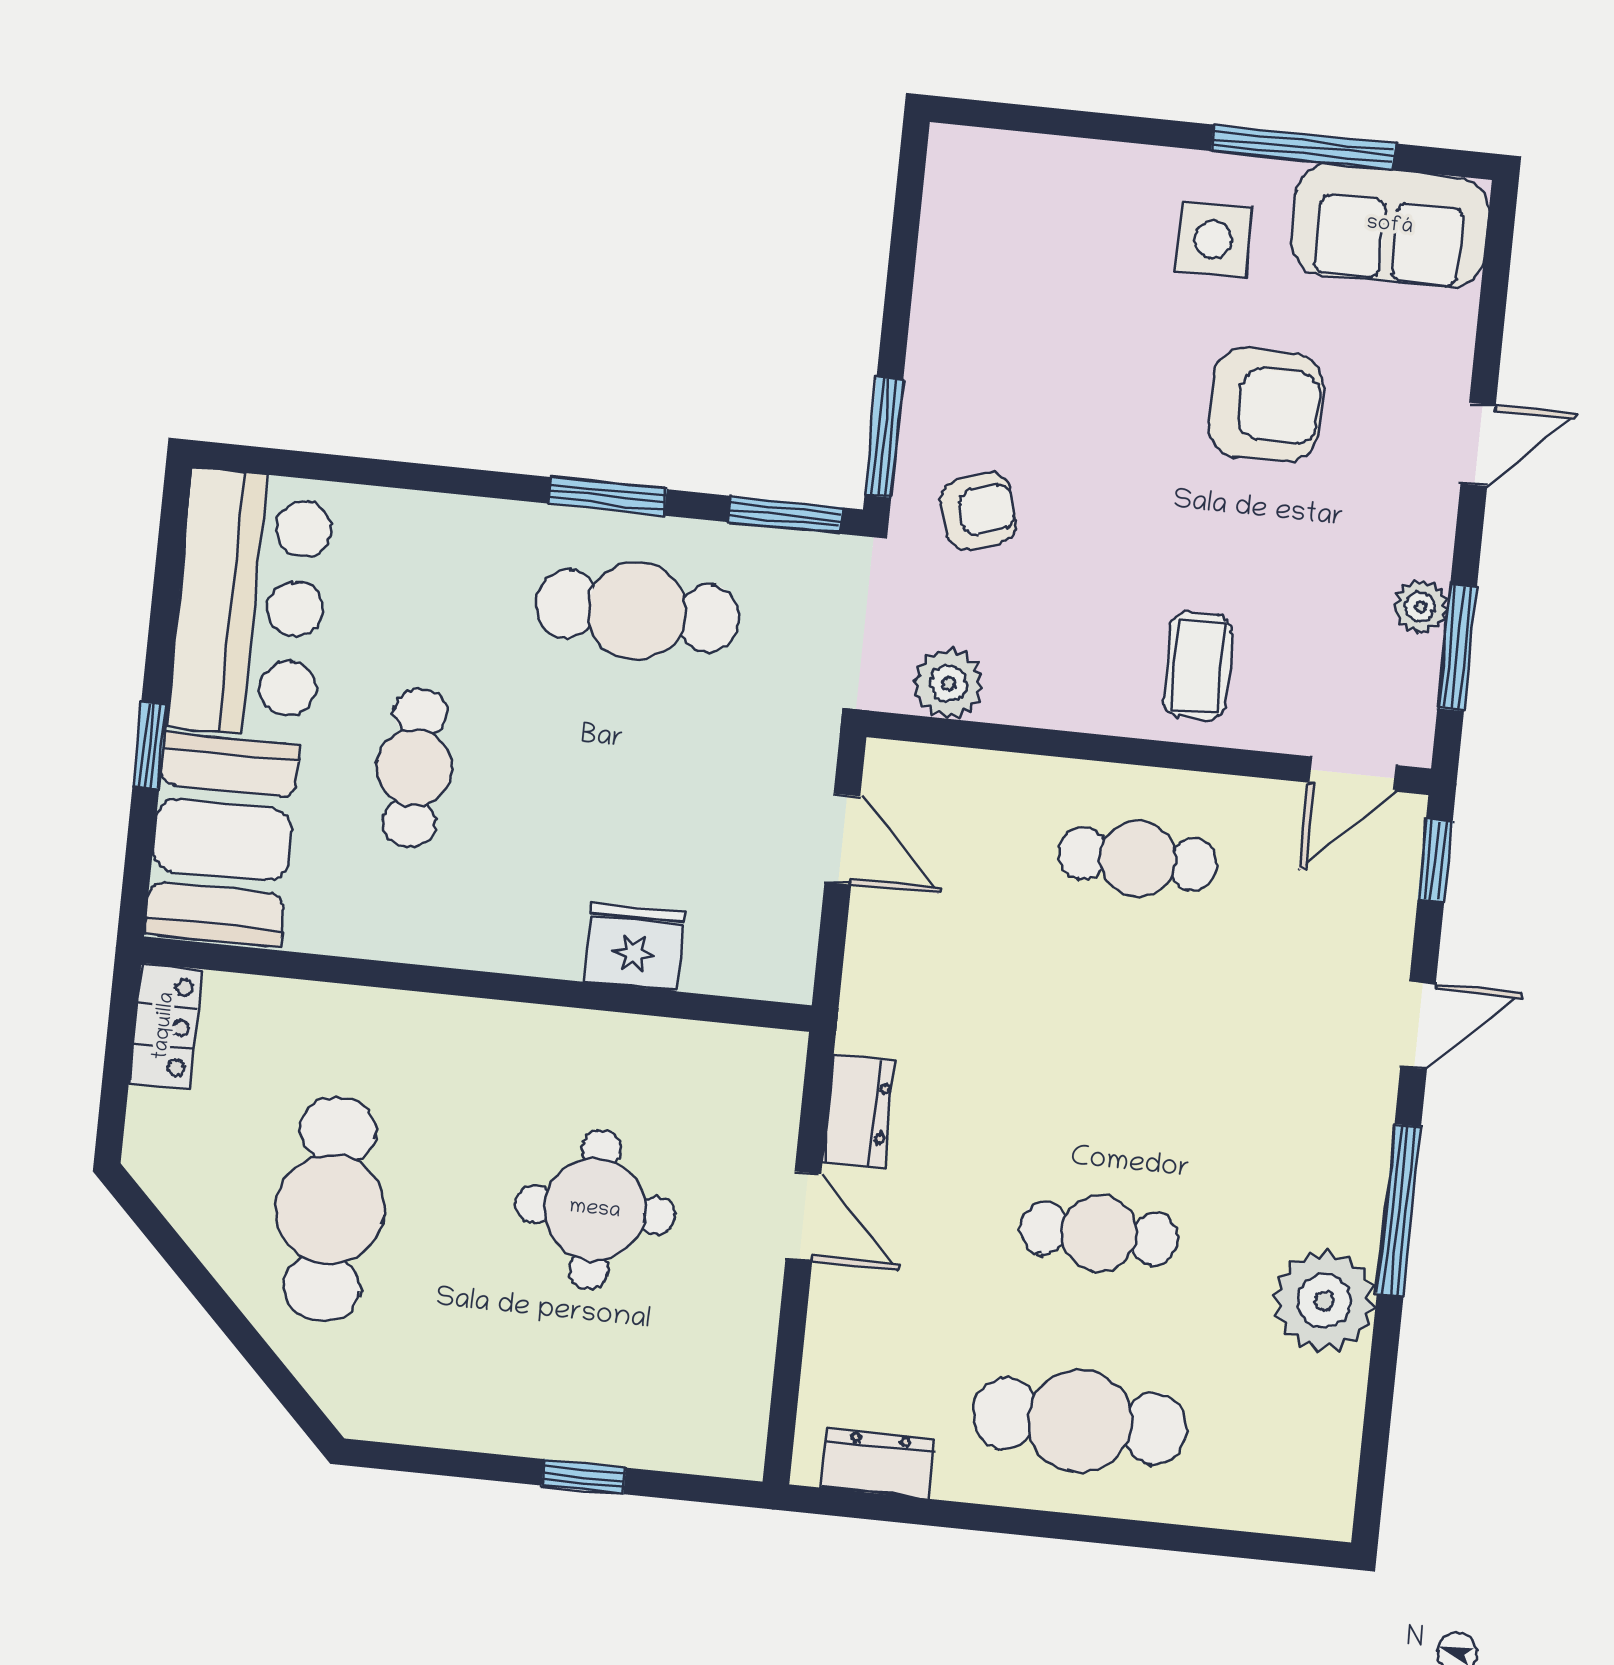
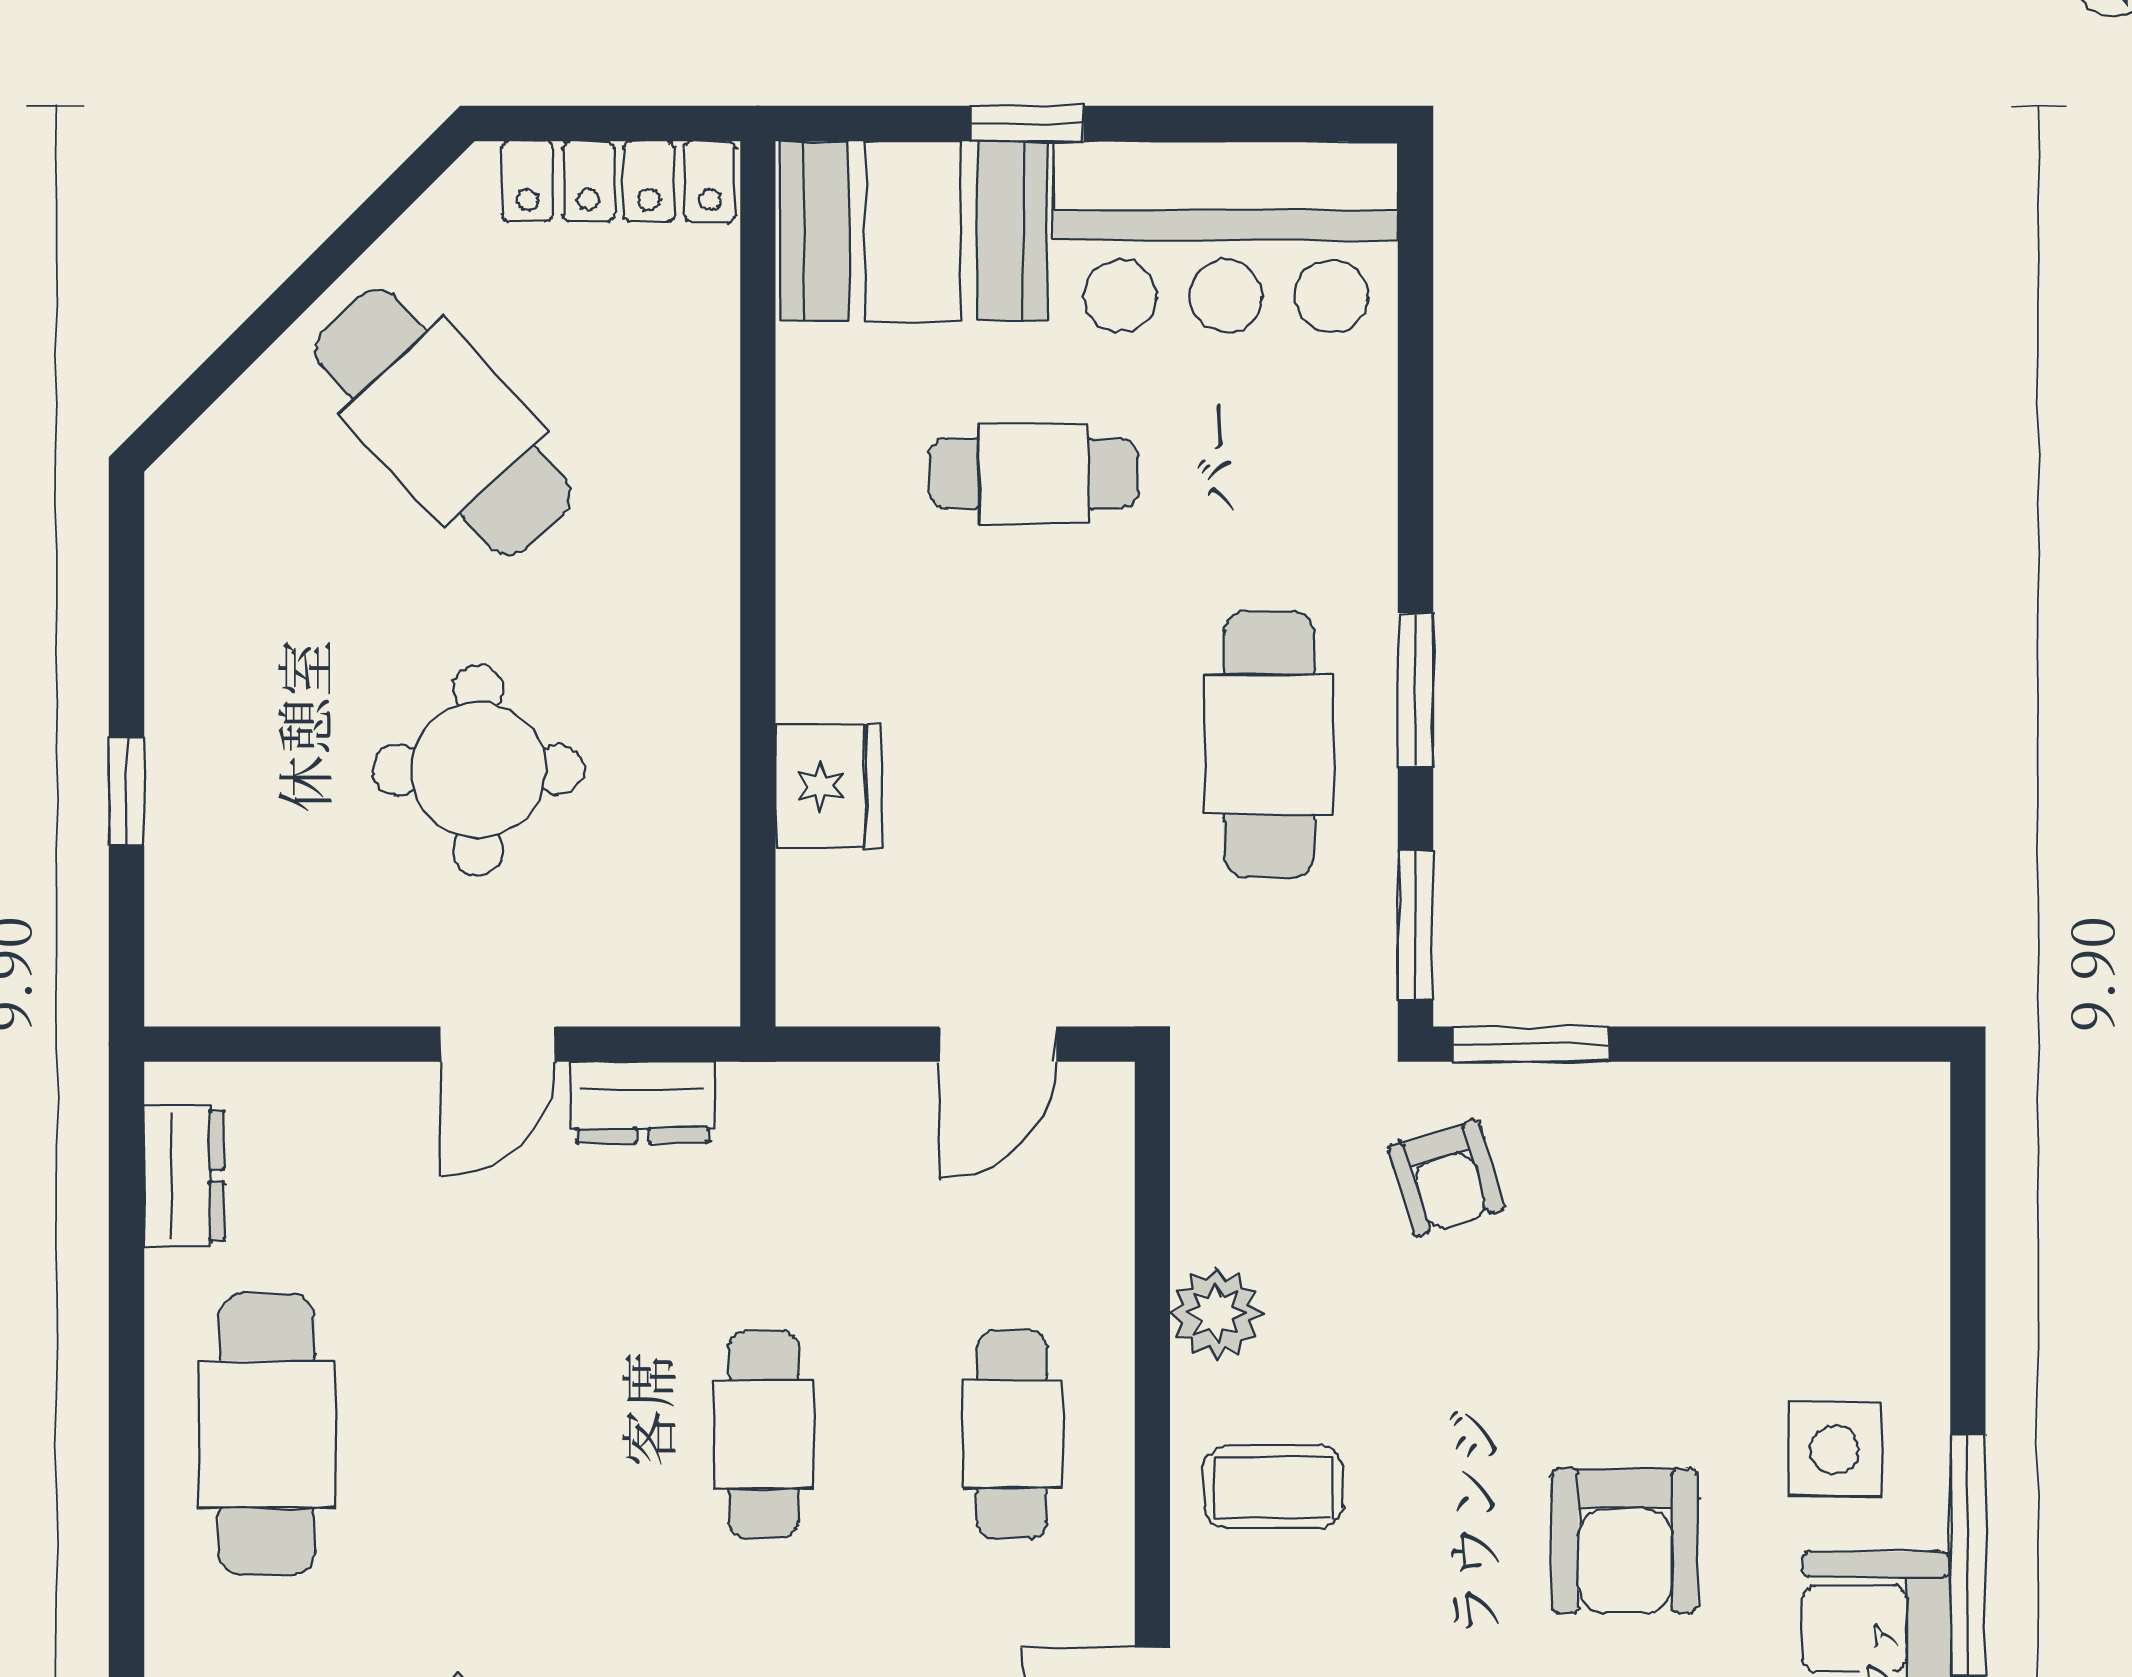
plant: (948, 684) -> (1216, 1313), moved
locker: (165, 1026) -> (619, 181), width x1.53
cafe table: (330, 1209) -> (443, 422), turned 47
cafe table: (1099, 1233) -> (764, 1434), moved

